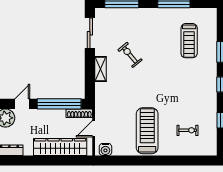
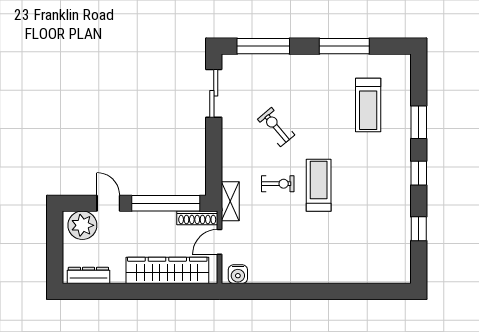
shelving: (101, 69) -> (230, 201), moved
door: (22, 104) -> (108, 203), hinge flipped
exercise bike: (188, 130) -> (278, 184), moved
treadmill: (147, 131) -> (319, 185), moved, width x0.73, depth x0.73

